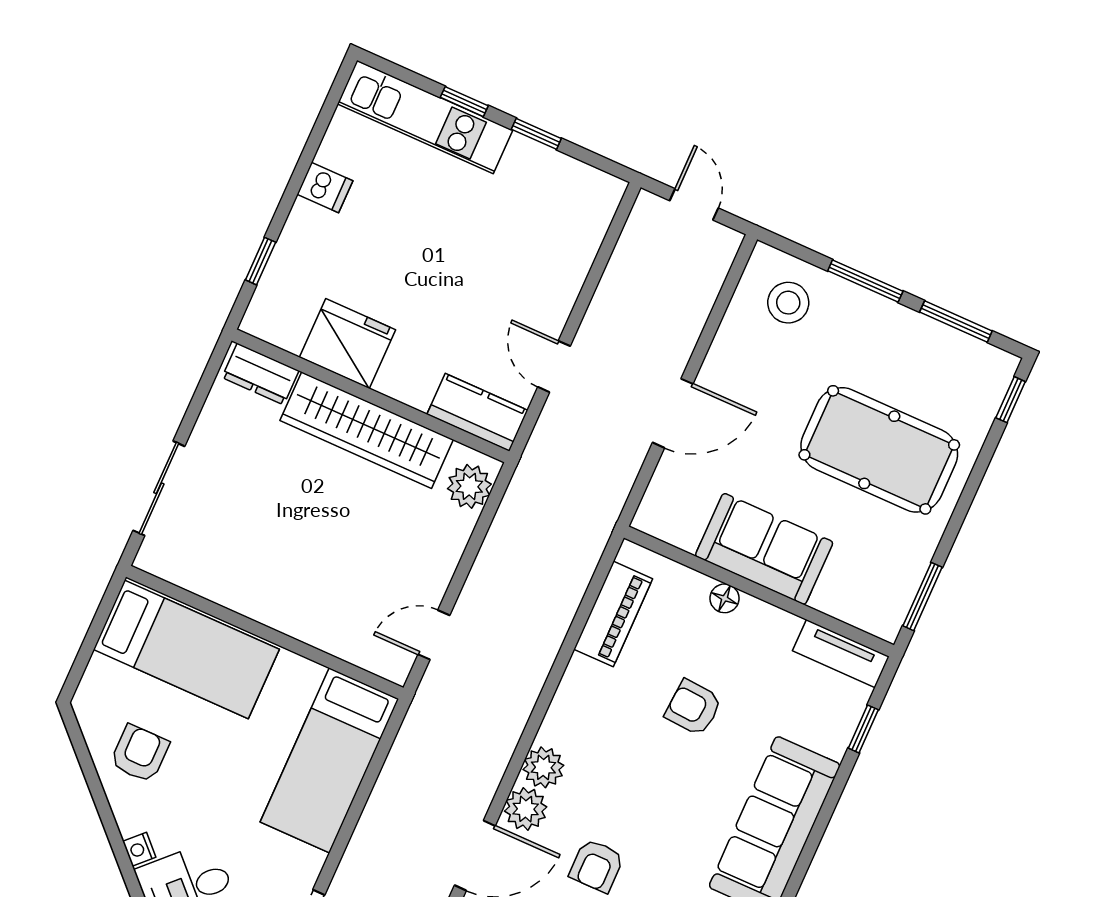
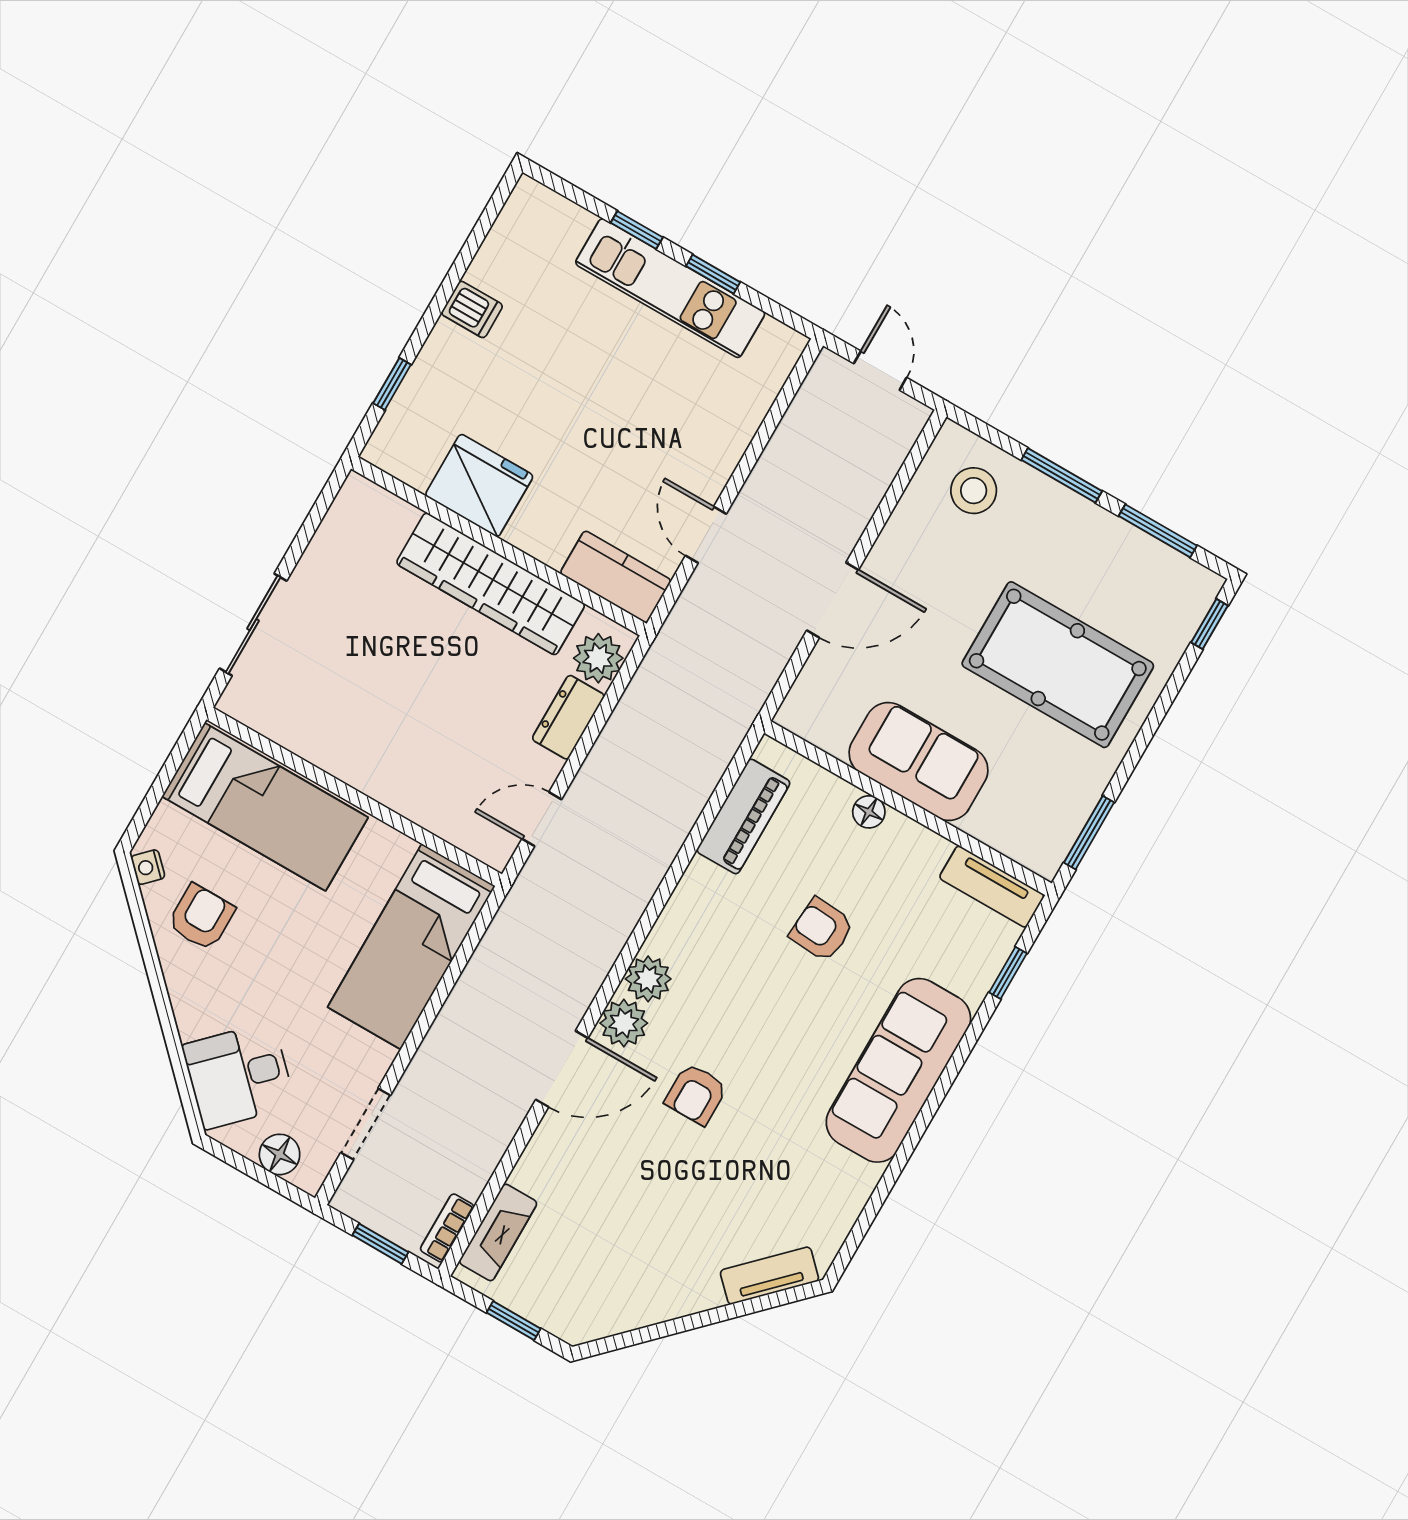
kitchen unit: (425, 117) -> (670, 288), moved
dresser: (260, 374) -> (568, 717), moved, turned 90
nightstand: (139, 849) -> (148, 867), moved

